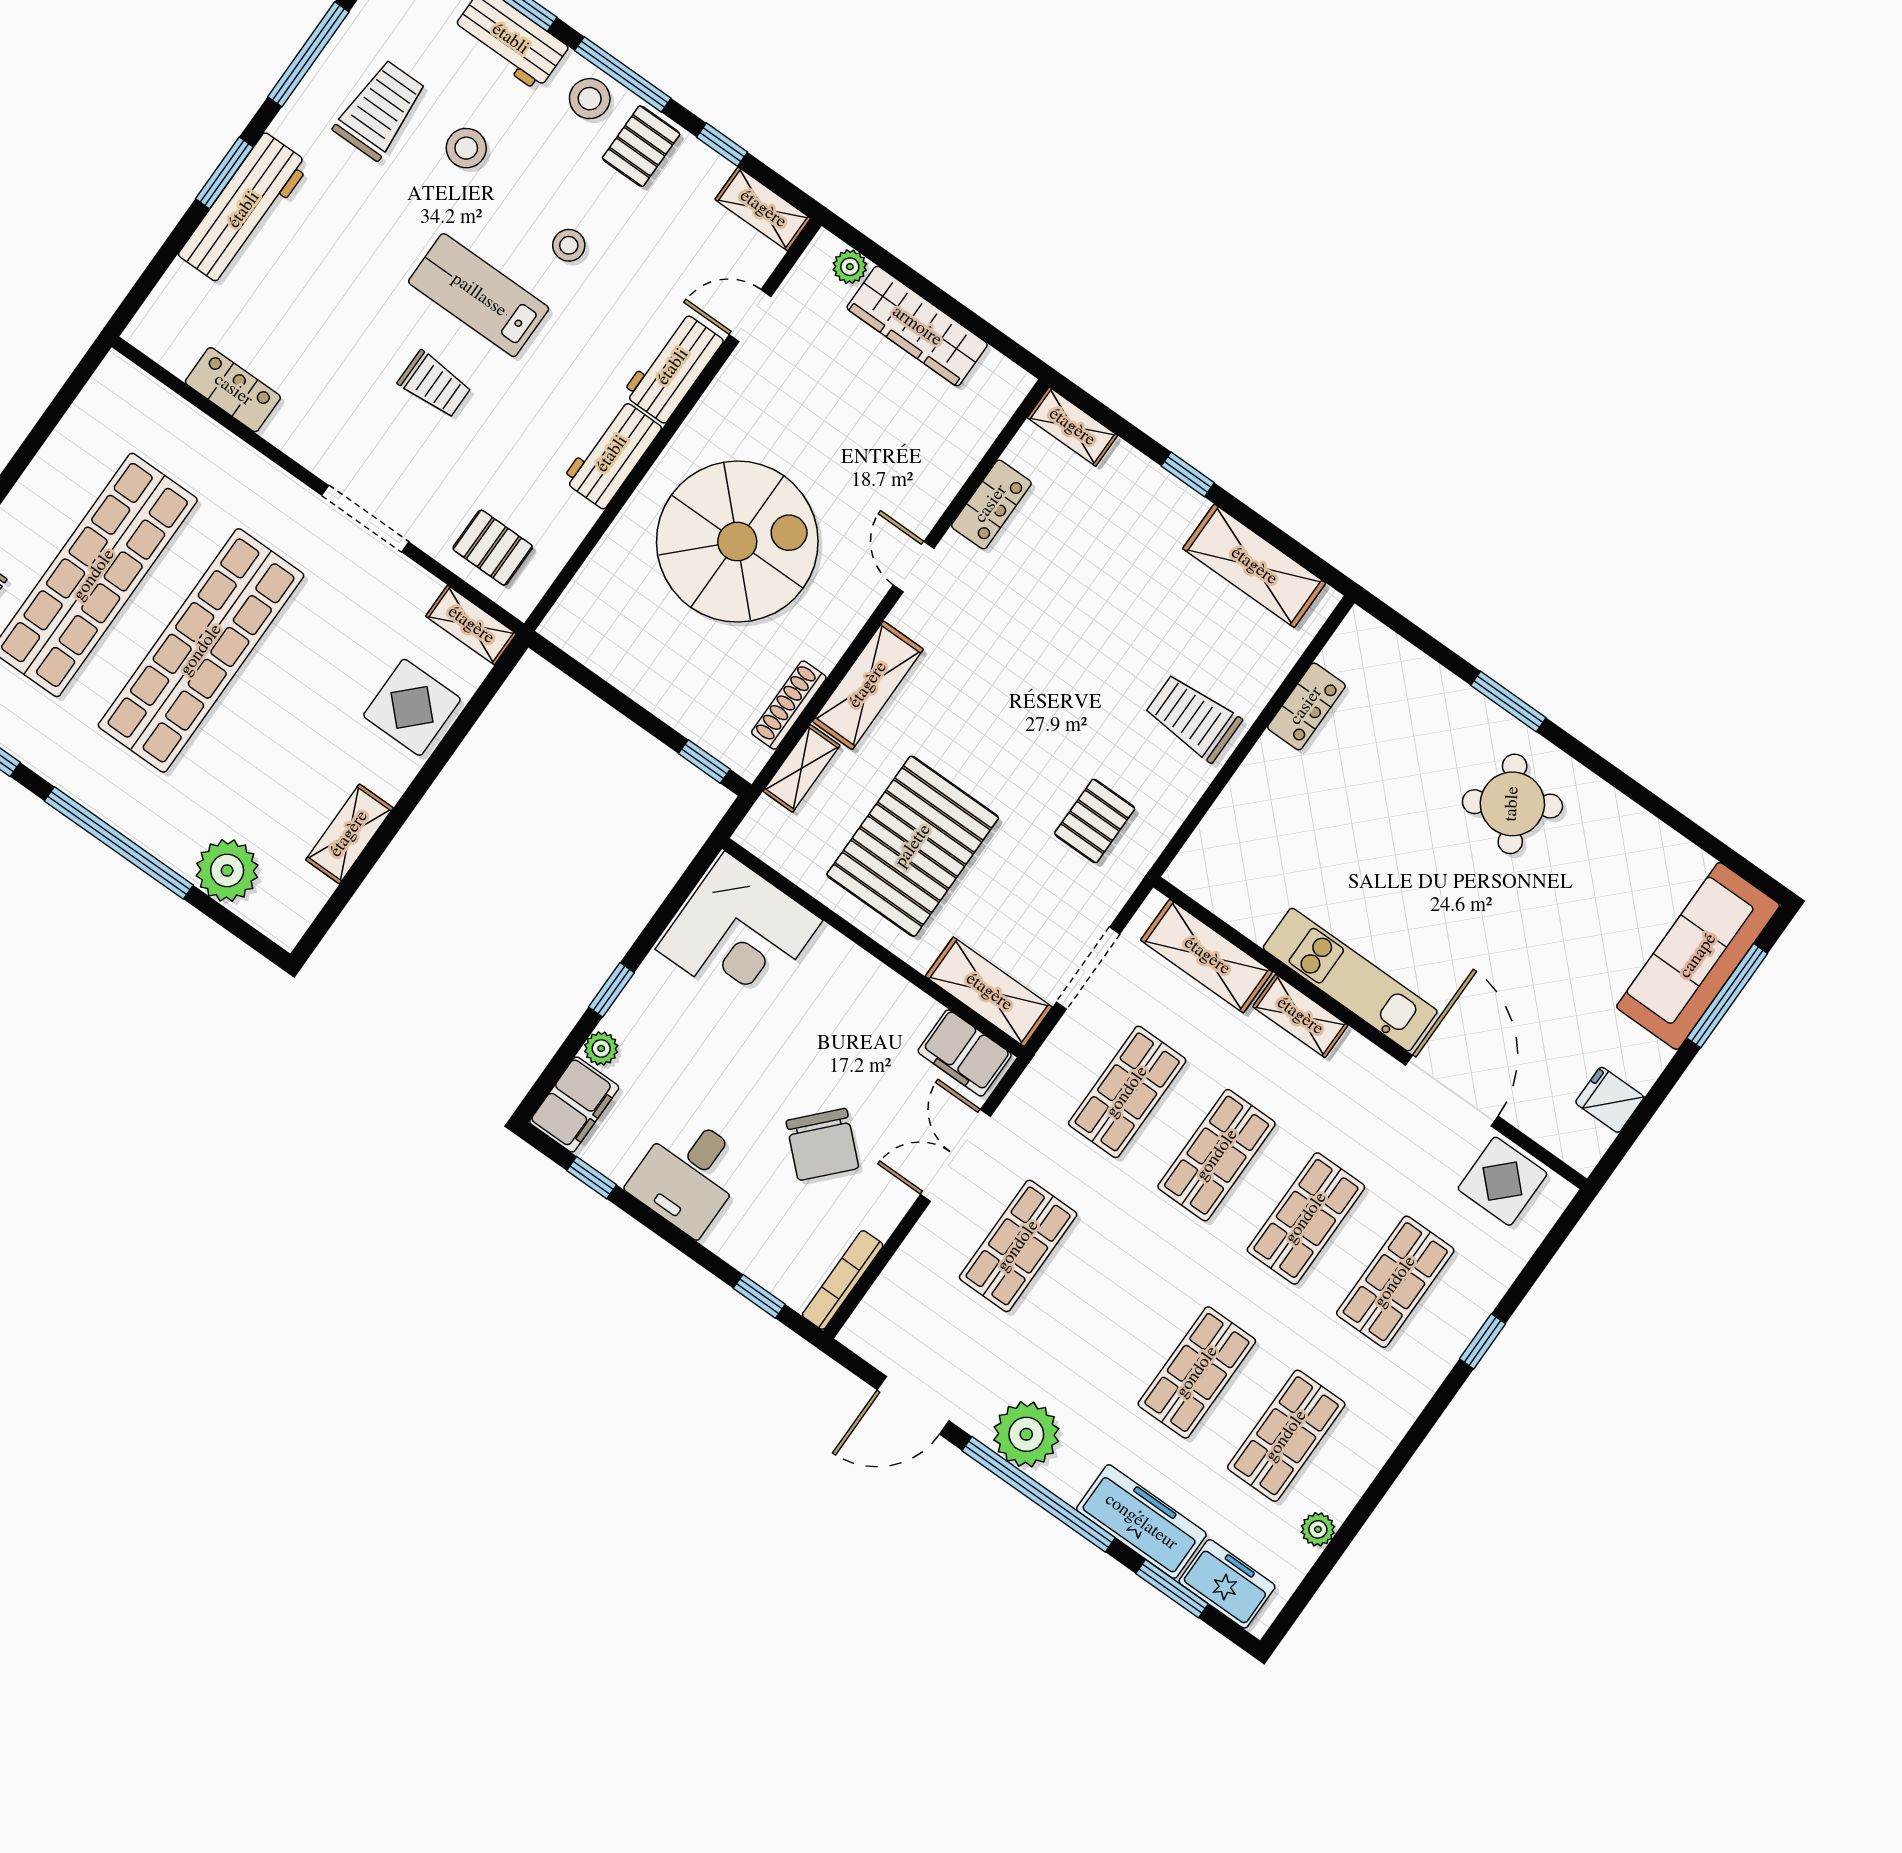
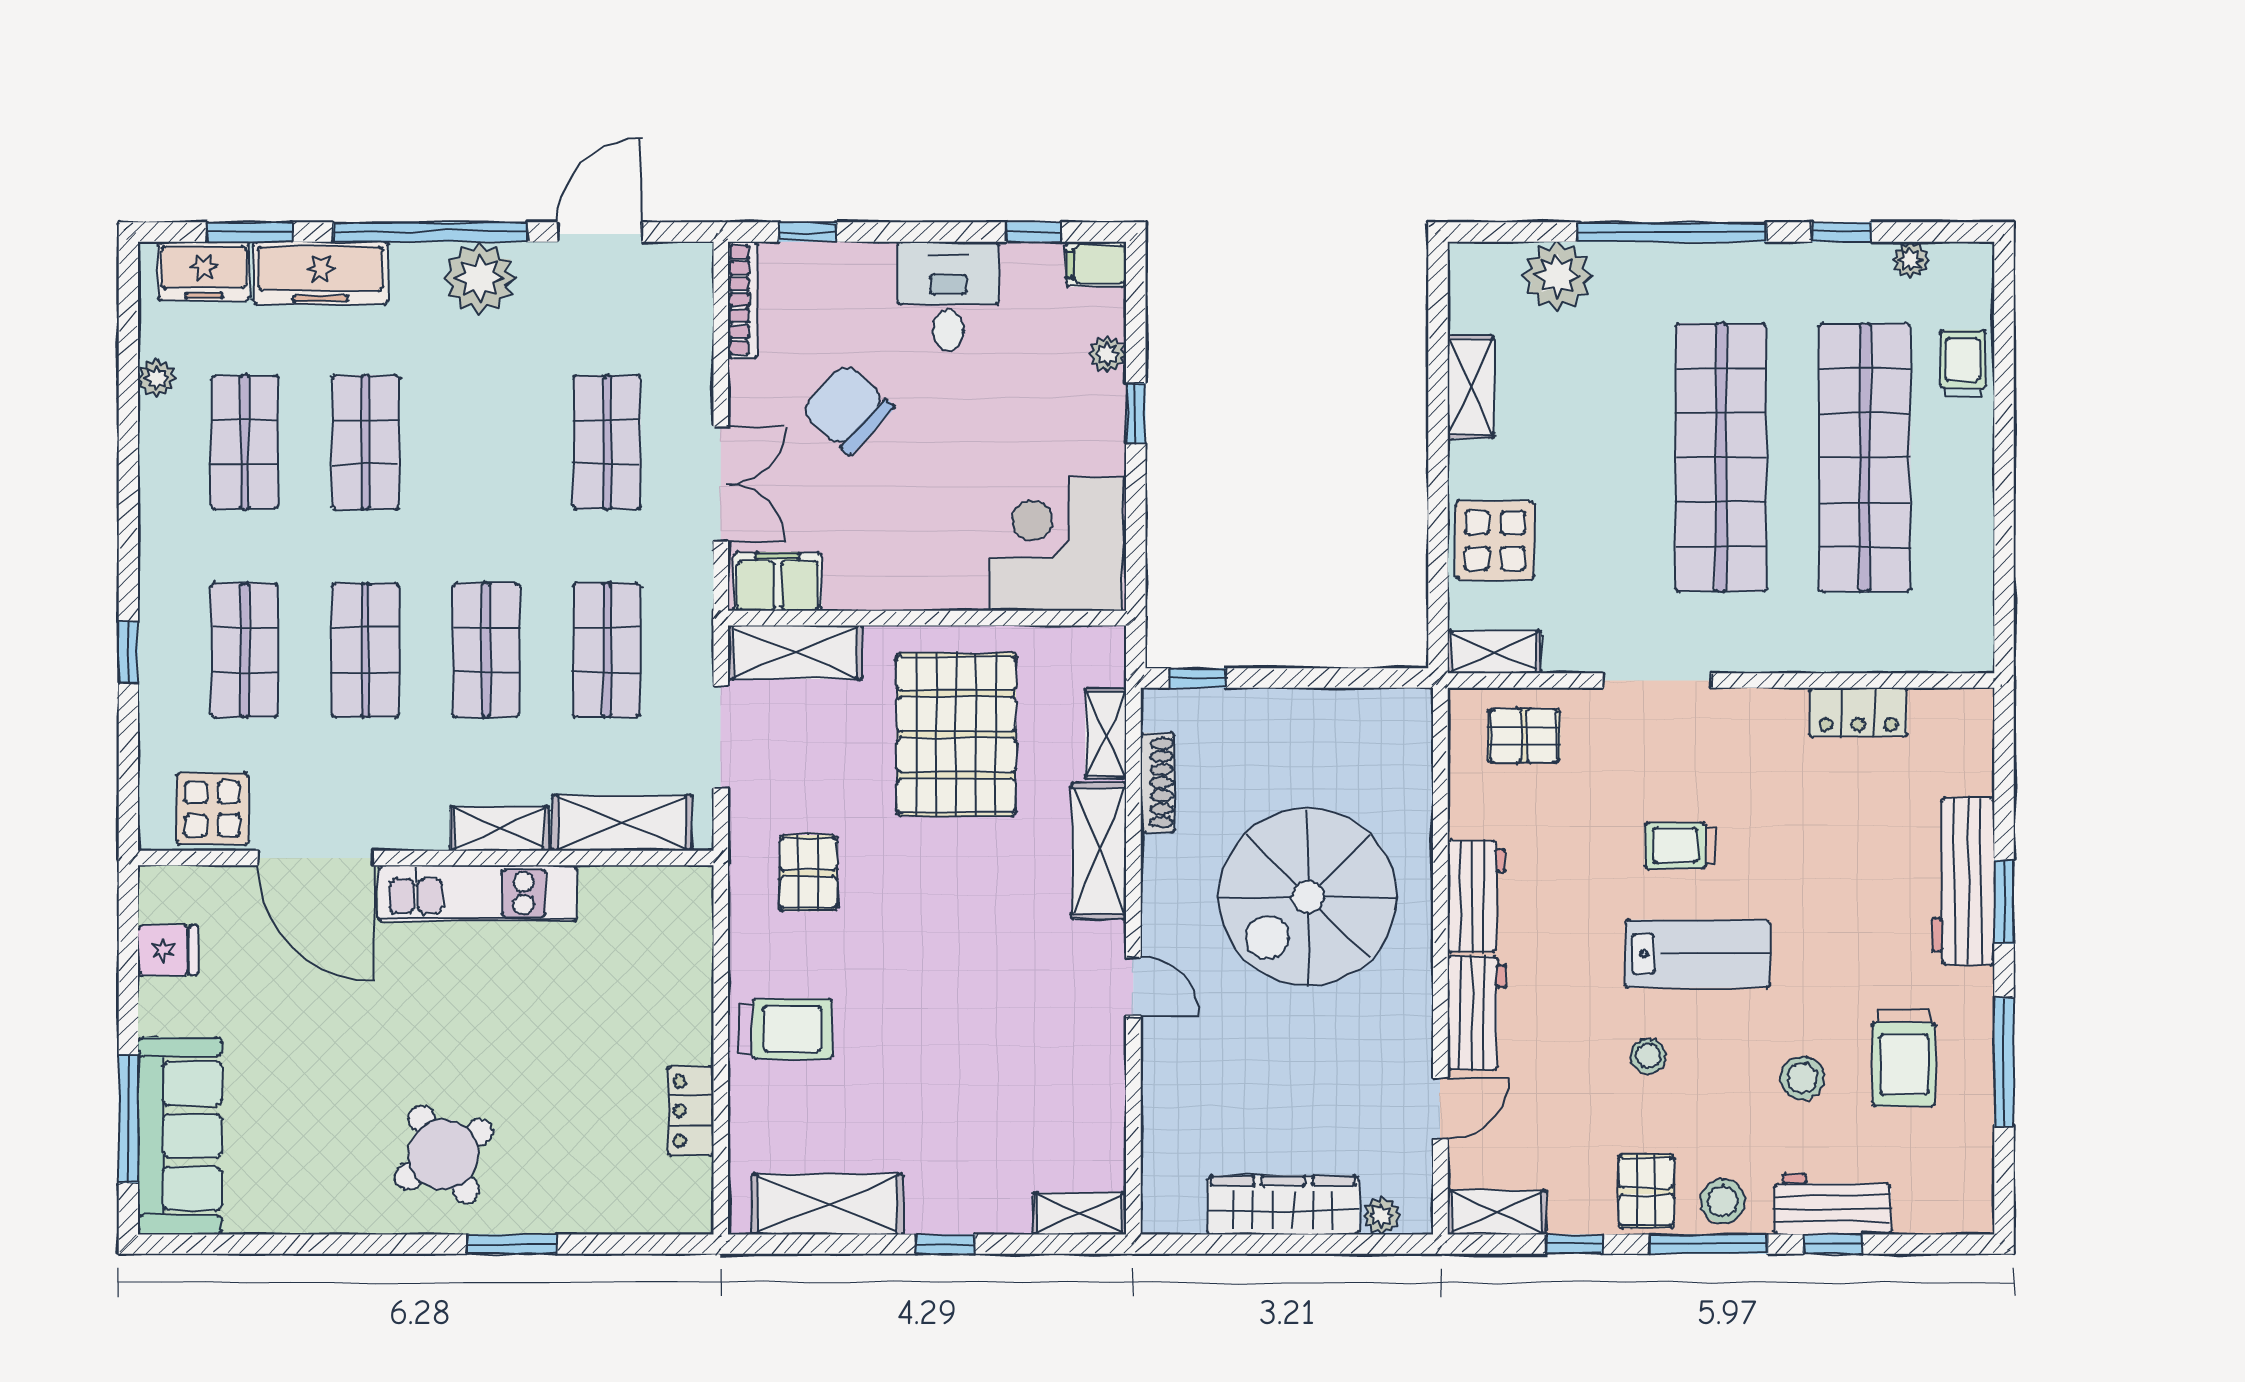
locker: (991, 504) -> (1103, 1092), removed
filing cabinet: (574, 1105) -> (1096, 264), width x0.50

